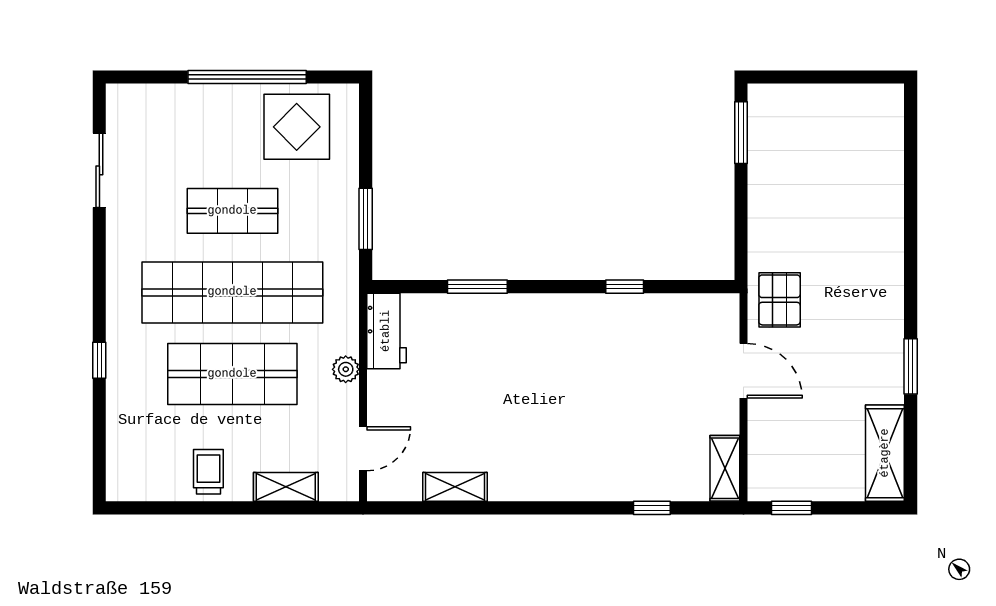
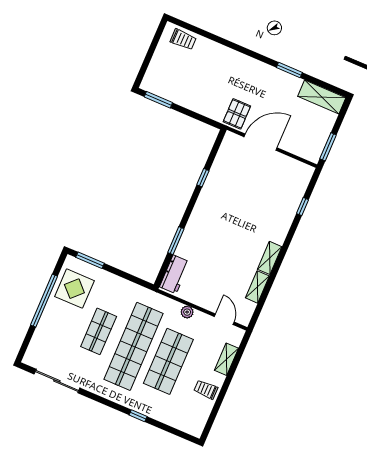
trolley: (881, 131) -> (183, 39), added
sliding door: (99, 170) -> (57, 381), width x1.37
window: (366, 219) -> (90, 260), moved
pallet: (780, 300) -> (237, 114), turned 90
workbench: (386, 331) -> (175, 274), moved, turned 90
door: (744, 371) -> (261, 142), width x1.36
shelving: (725, 468) -> (270, 258), moved, turned 90
window: (792, 508) -> (328, 147), width x1.50

